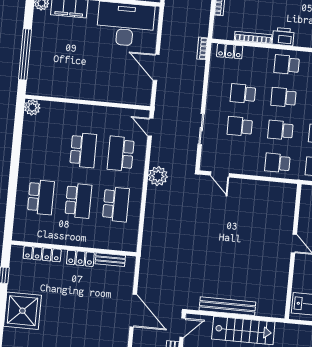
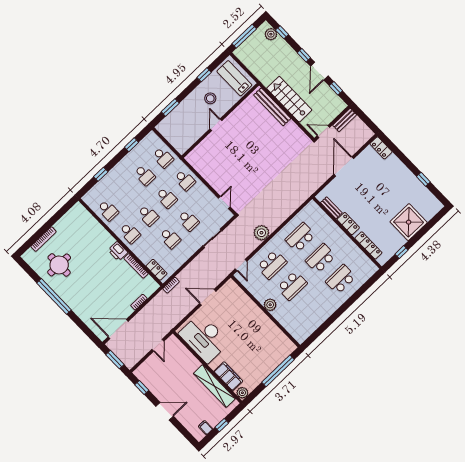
door: (156, 67) -> (208, 297), swing flipped
plant: (32, 107) -> (270, 305), moved
school desk: (83, 150) -> (292, 286), turned 180
bench: (227, 306) -> (272, 107), moved

